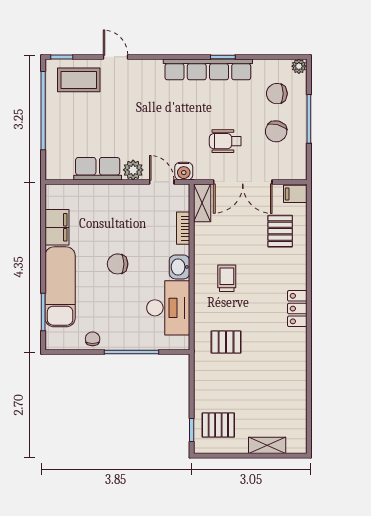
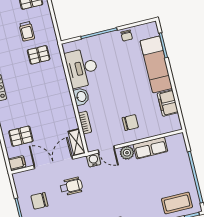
chair: (276, 131) -> (39, 201), turned -106
pallet: (280, 231) -> (21, 136), turned 90
chair: (118, 264) -> (130, 123), moved
trolley: (227, 278) -> (27, 31), moved

